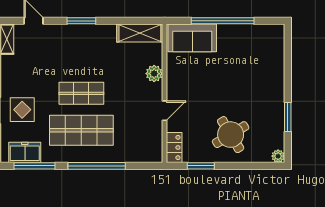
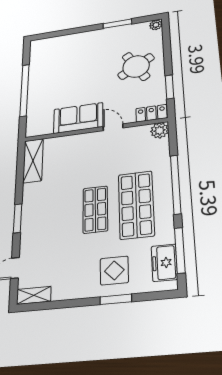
sofa: (192, 38) -> (78, 118), moved, turned -90
plant: (154, 74) -> (160, 130), moved

